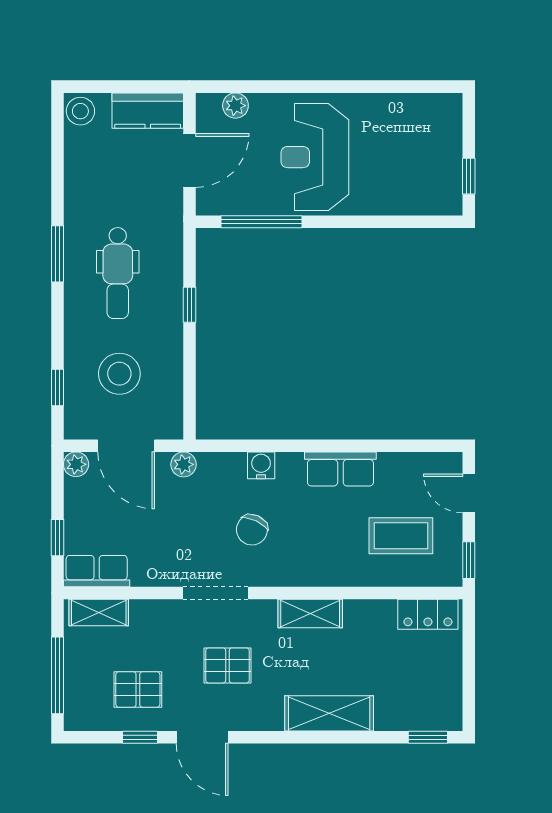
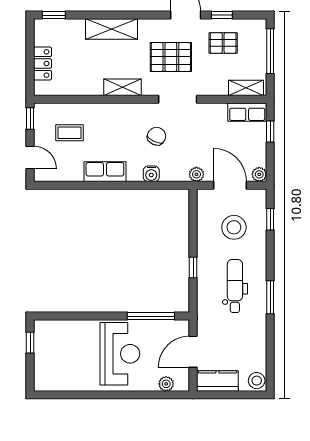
coffee table: (401, 536) -> (70, 133), width x0.73, depth x0.77
locker: (428, 614) -> (42, 63), moved, turned 90
pallet: (227, 665) -> (171, 57), width x1.50, depth x1.42

